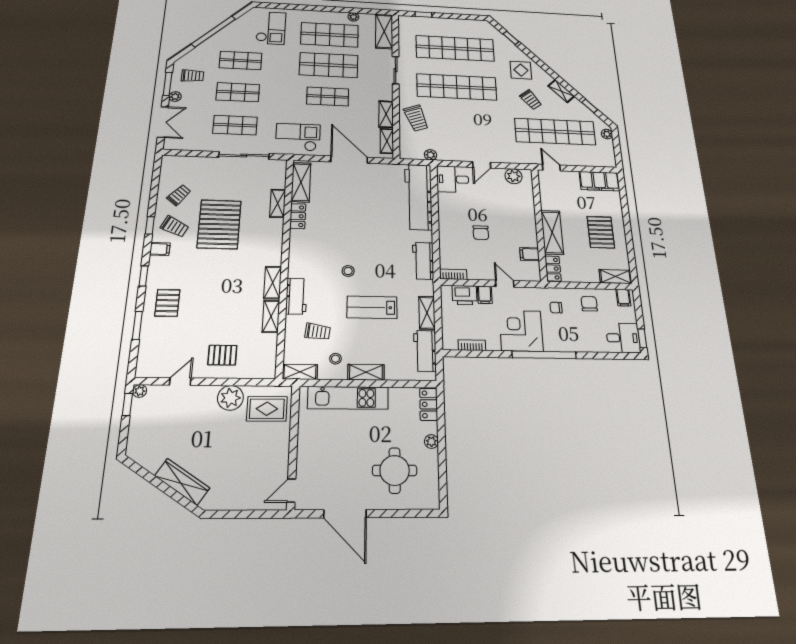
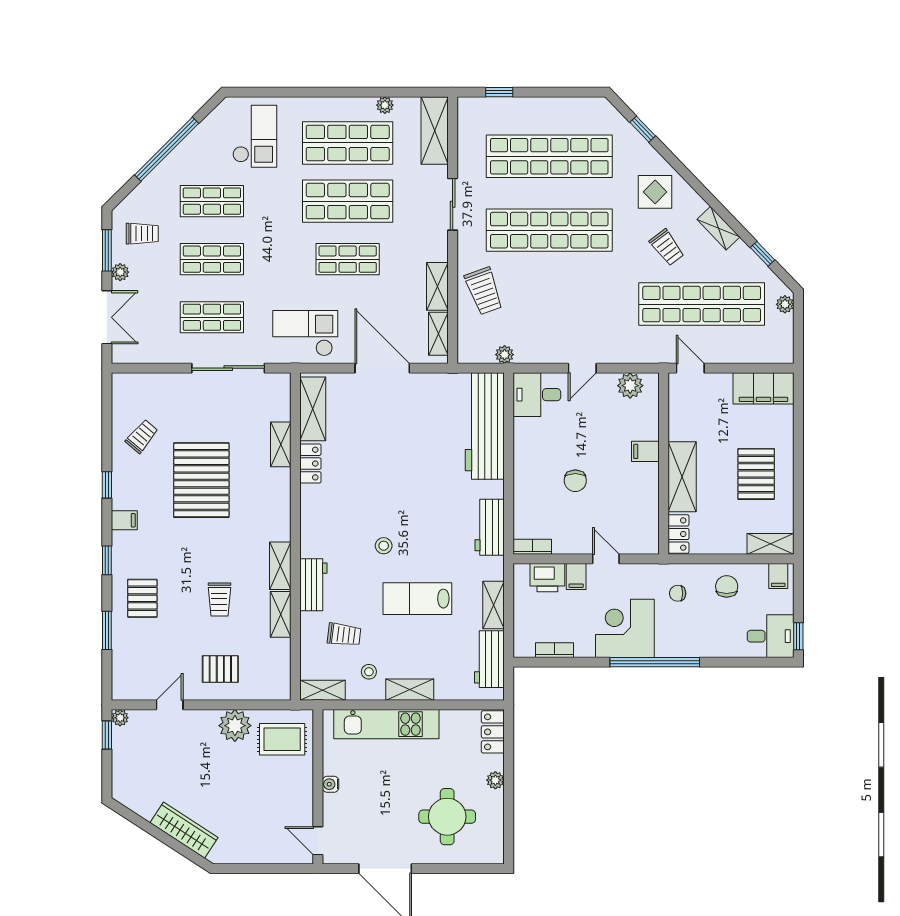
trolley: (175, 227) -> (219, 600), moved, turned 64
filing cabinet: (530, 254) -> (645, 451), moved
water cooler: (303, 444) -> (331, 784), added
door: (291, 490) -> (318, 841), hinge flipped

